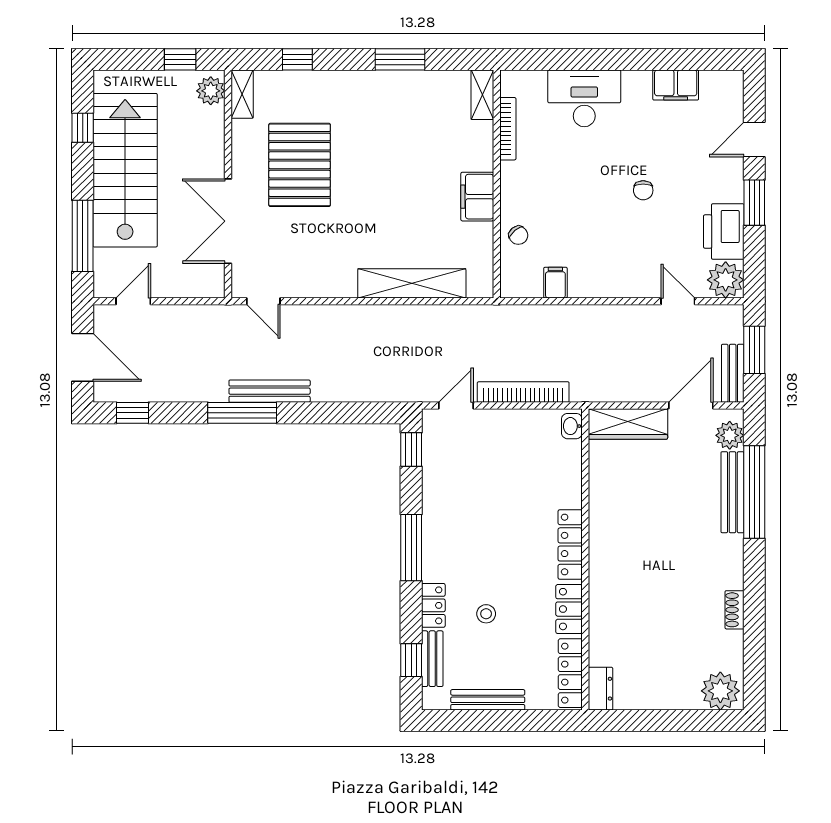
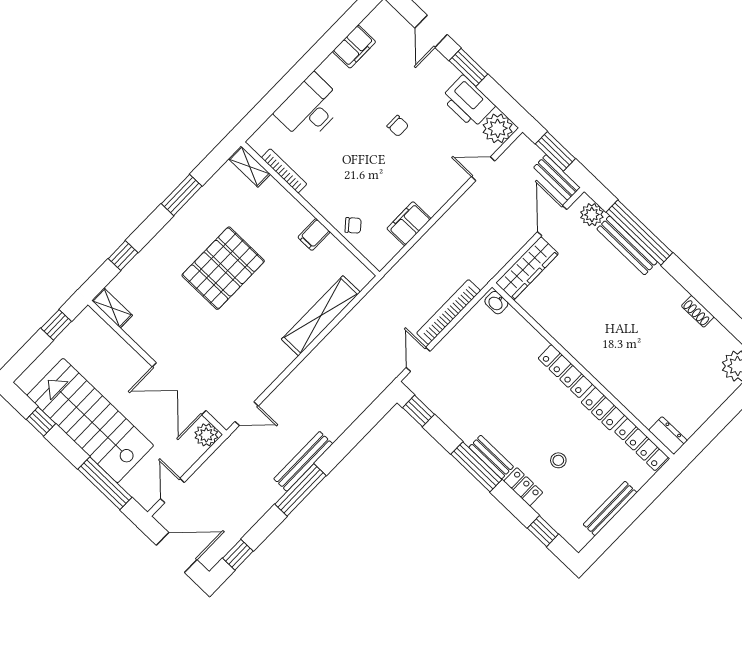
plant: (211, 91) -> (206, 435), moved
pallet: (300, 165) -> (223, 268), moved, turned 90
filing cabinet: (477, 197) -> (314, 235), width x0.50
filing cabinet: (555, 283) -> (409, 224), width x2.00
bench: (432, 659) -> (491, 457), moved

